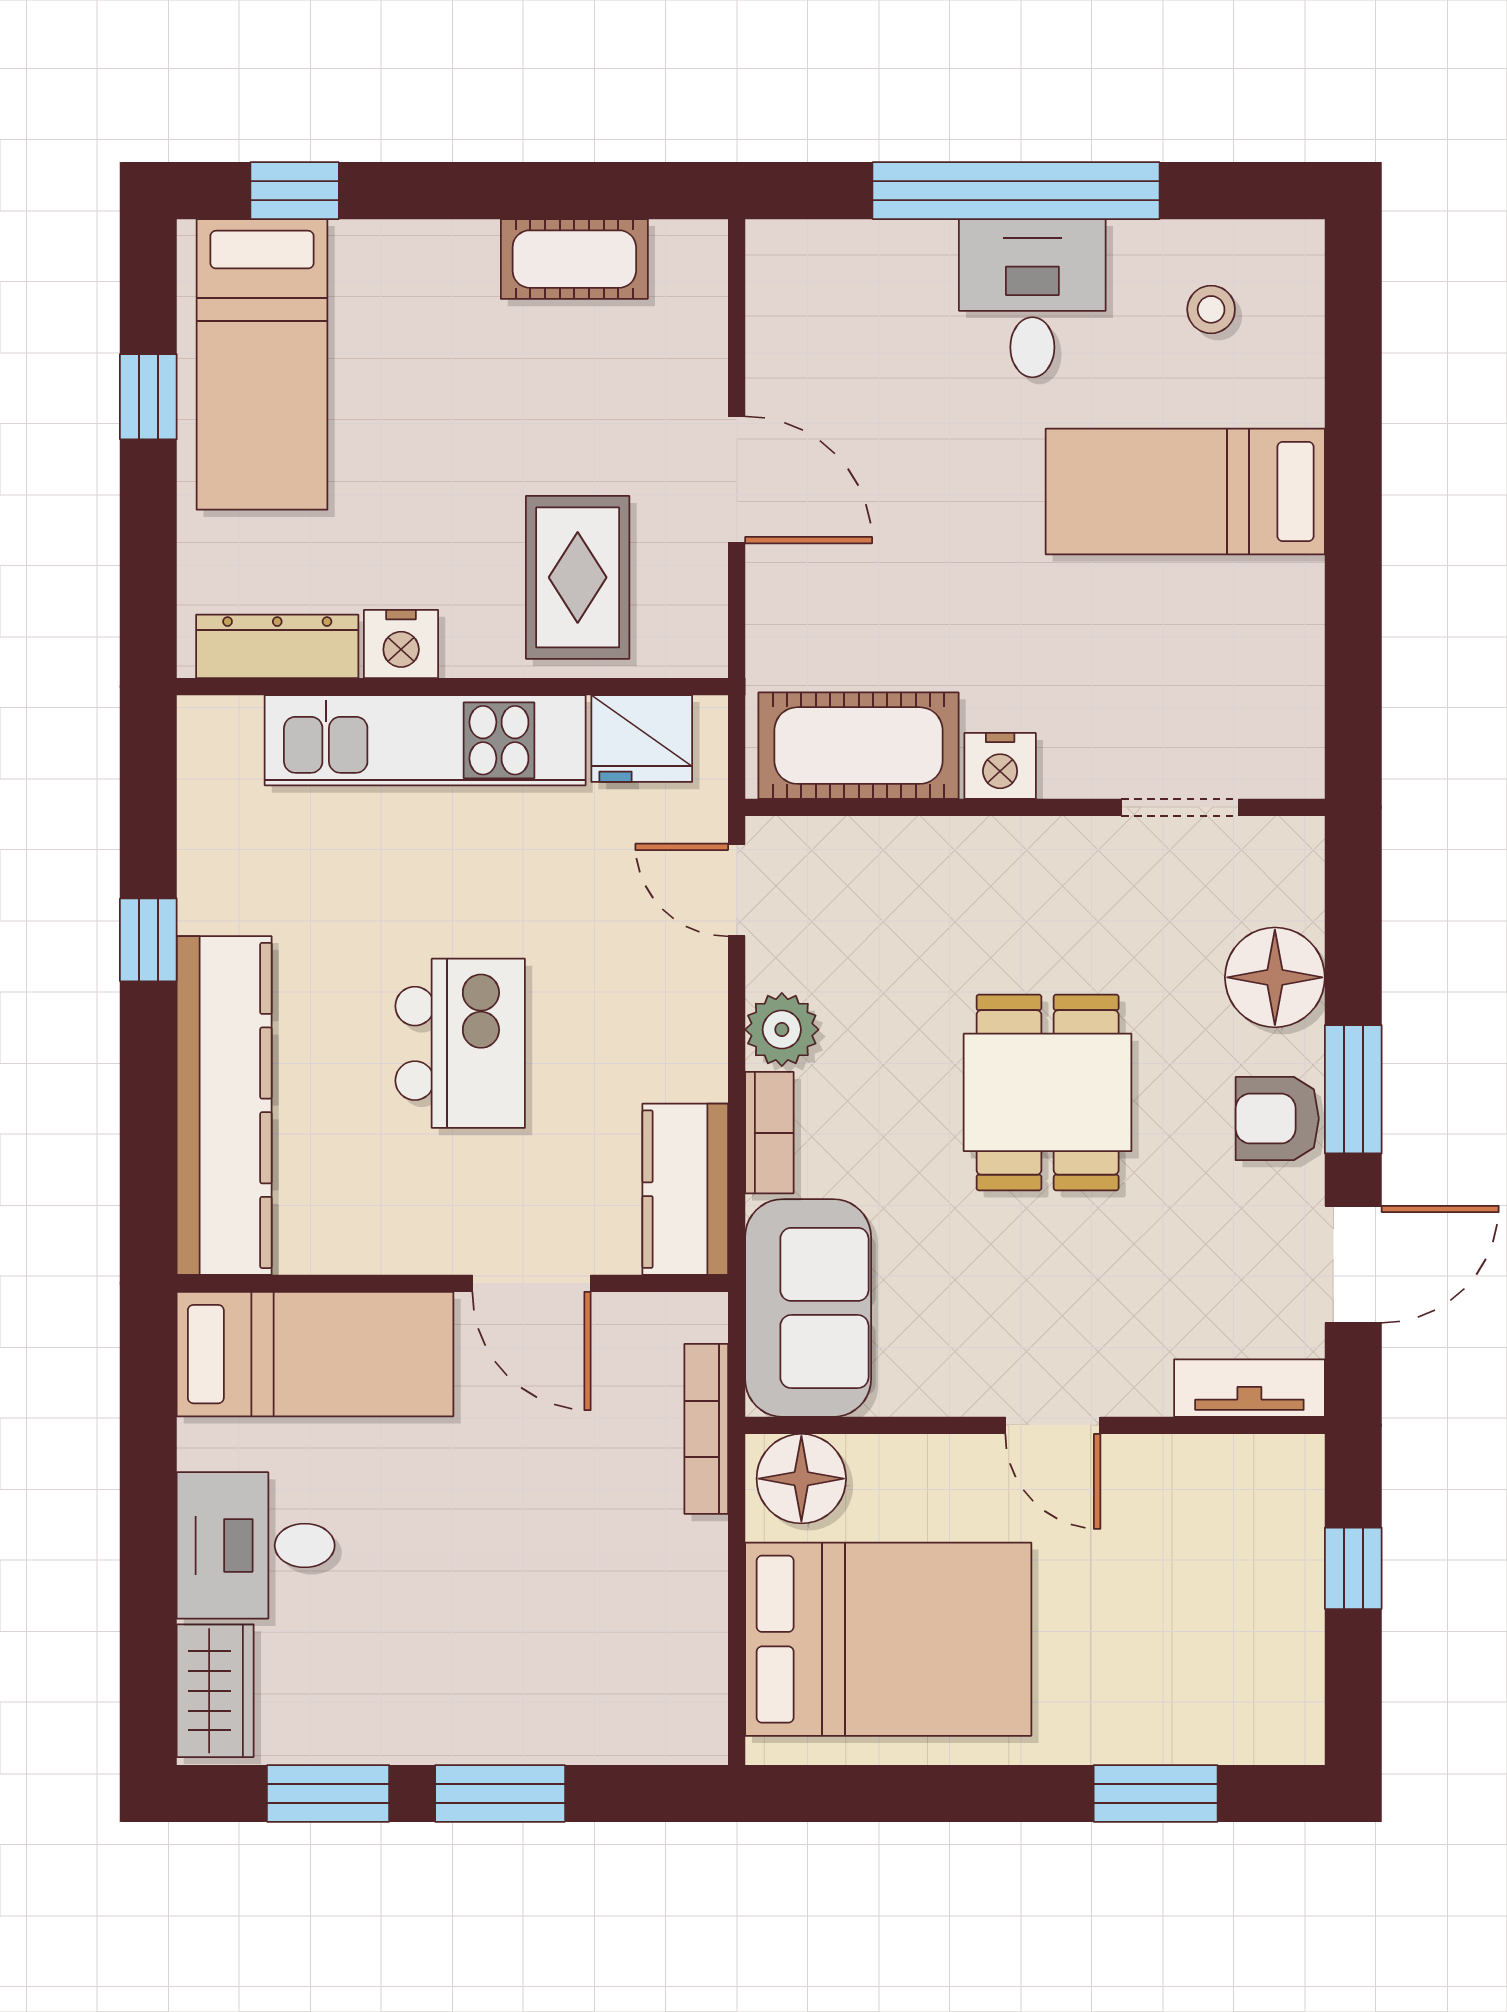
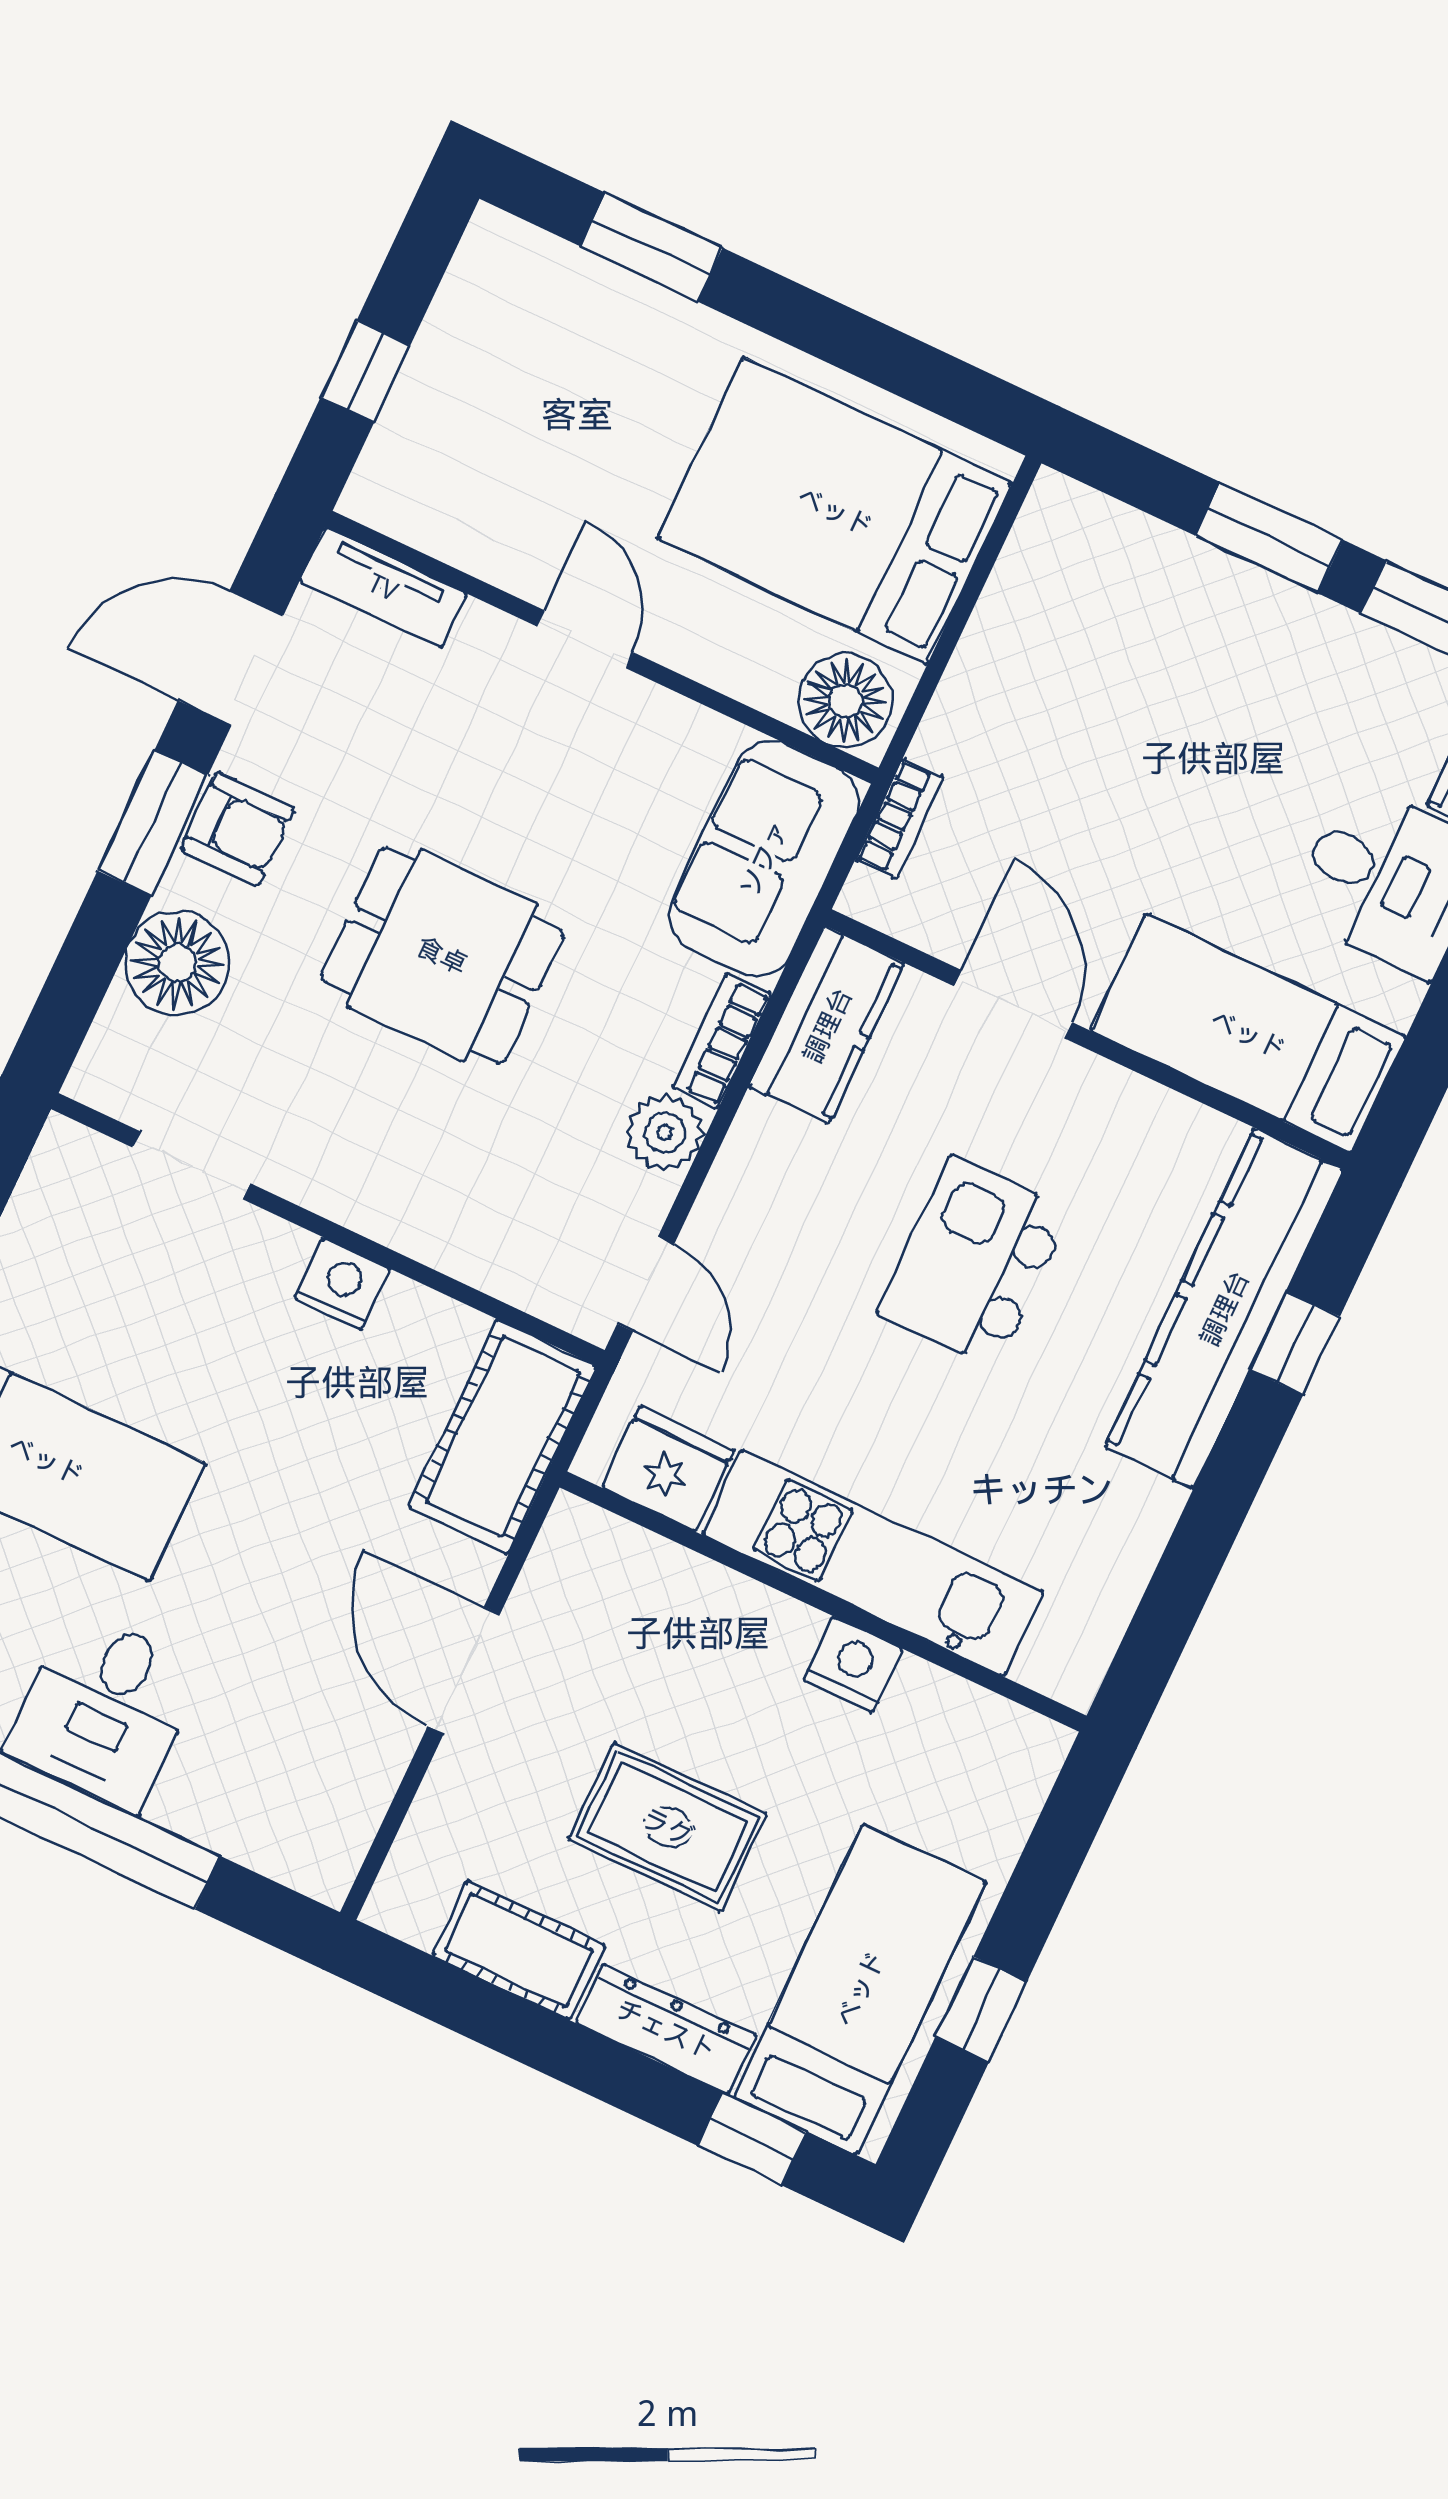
rug: (578, 577) -> (668, 1827), moved, turned 90
dresser: (277, 646) -> (666, 2029), moved, turned 180
cot: (859, 746) -> (503, 1437), moved, turned 90
window: (148, 940) -> (1295, 1343), moved
dining table: (1048, 1092) -> (442, 955), turned 90
bookcase: (706, 1429) -> (899, 819), width x0.64

